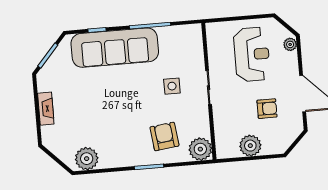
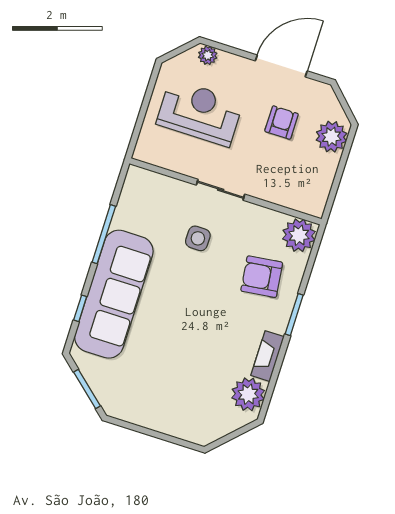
fireplace: (46, 109) -> (268, 356), moved, turned -90
plant: (250, 146) -> (331, 137), moved

